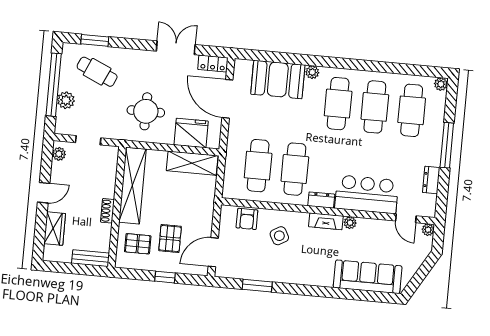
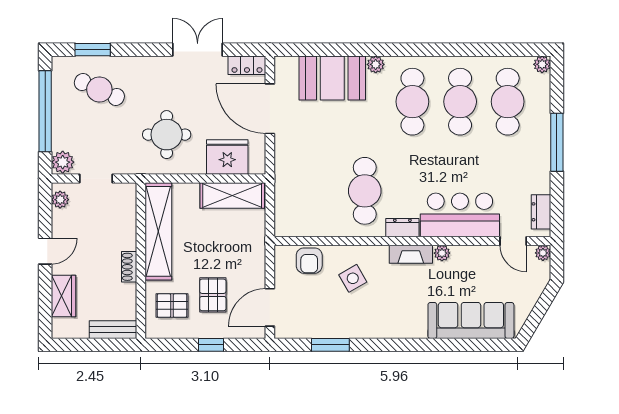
plant: (66, 100) -> (63, 162), moved
cafe table: (258, 166) -> (317, 191), removed
dresser: (431, 180) -> (541, 212), moved

